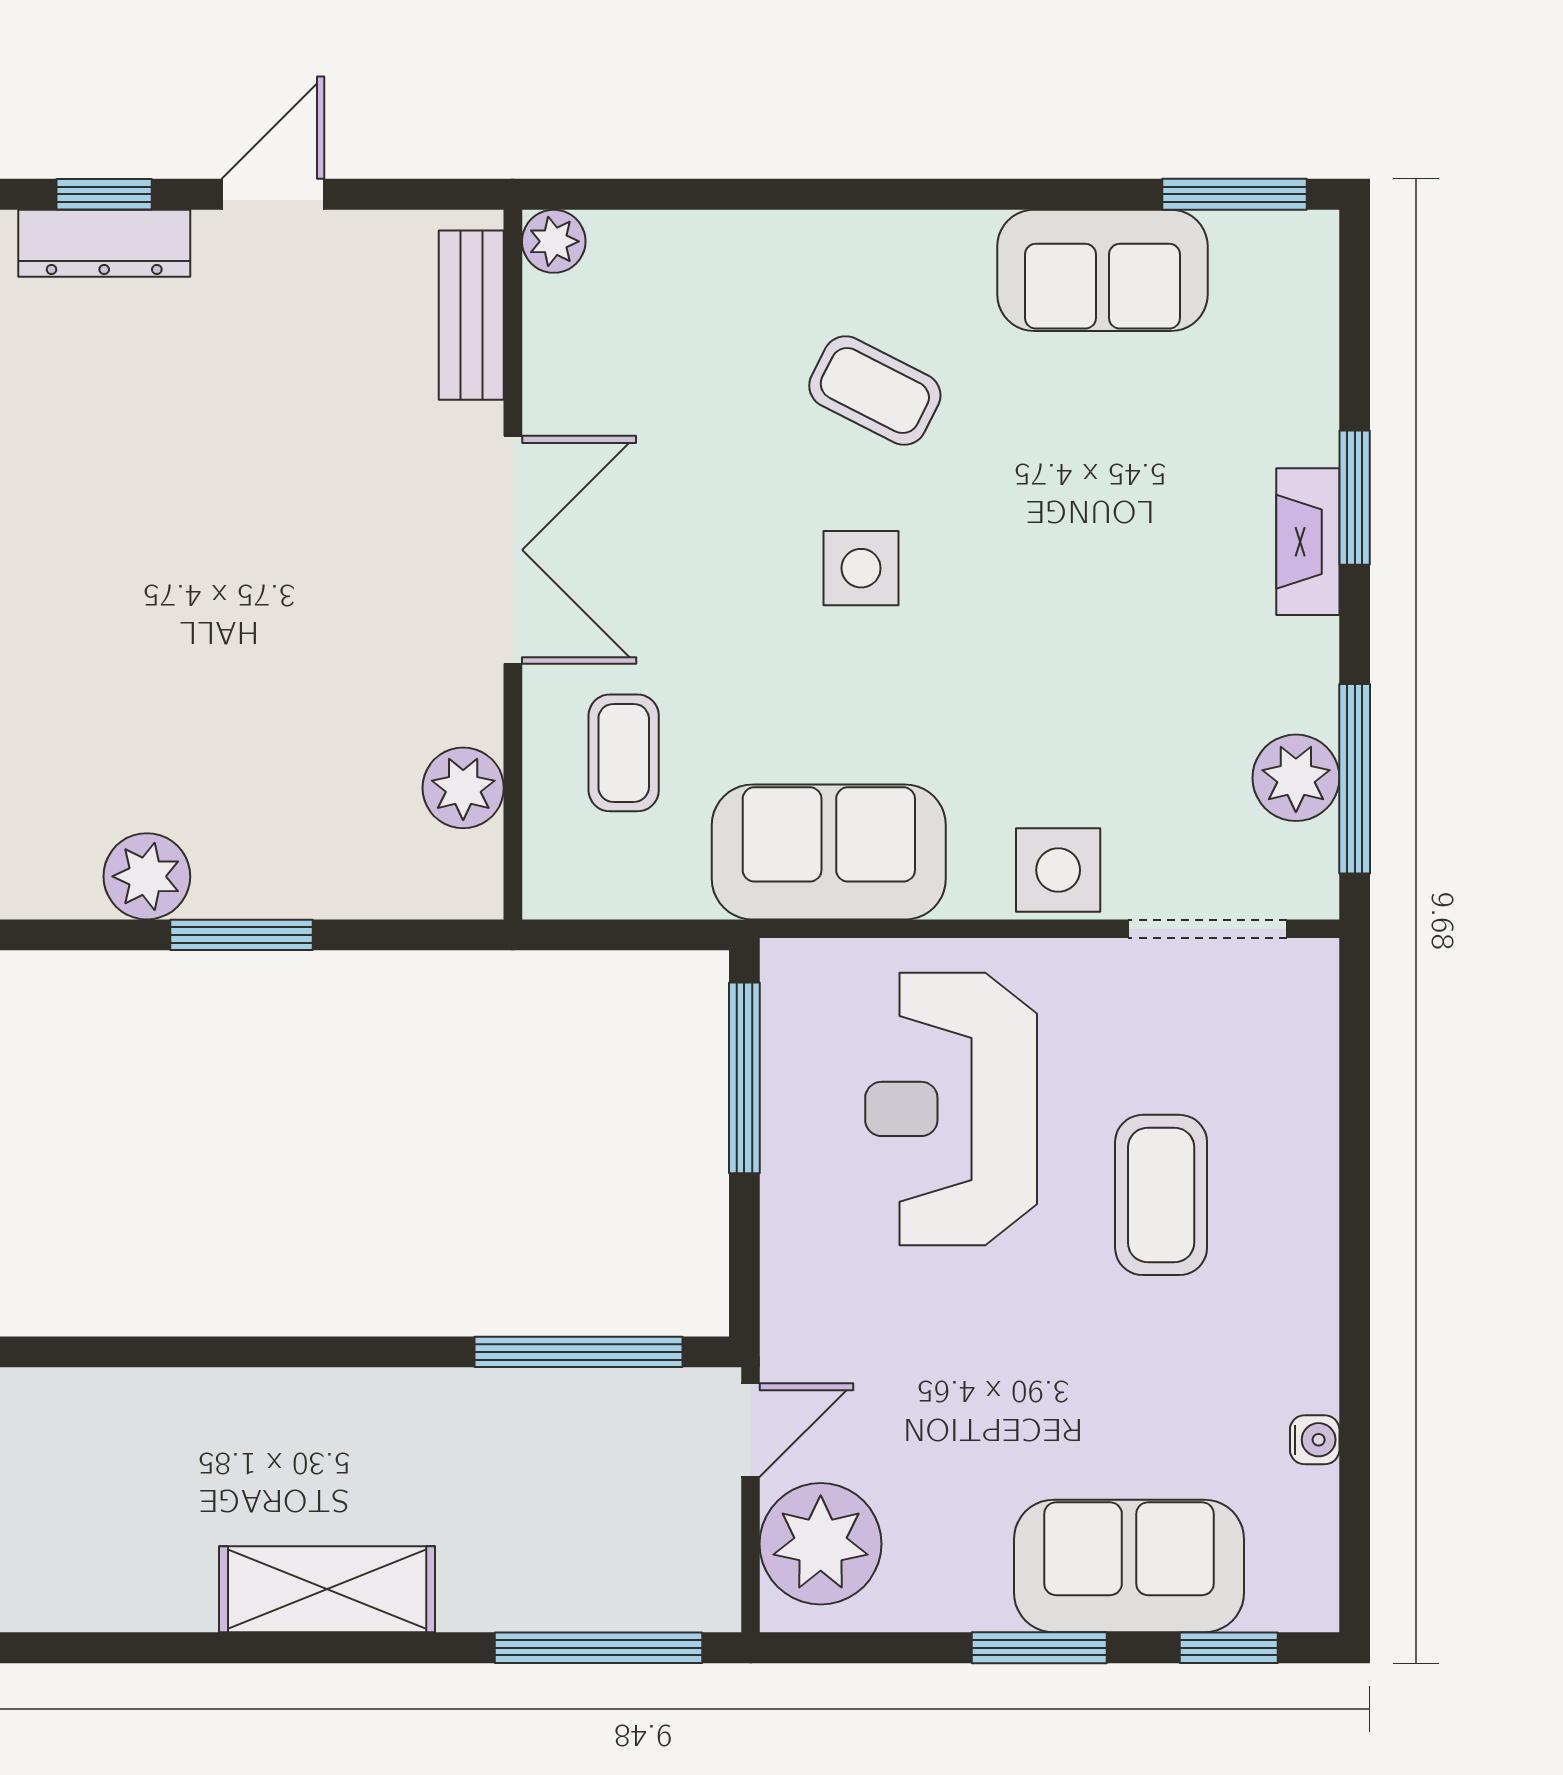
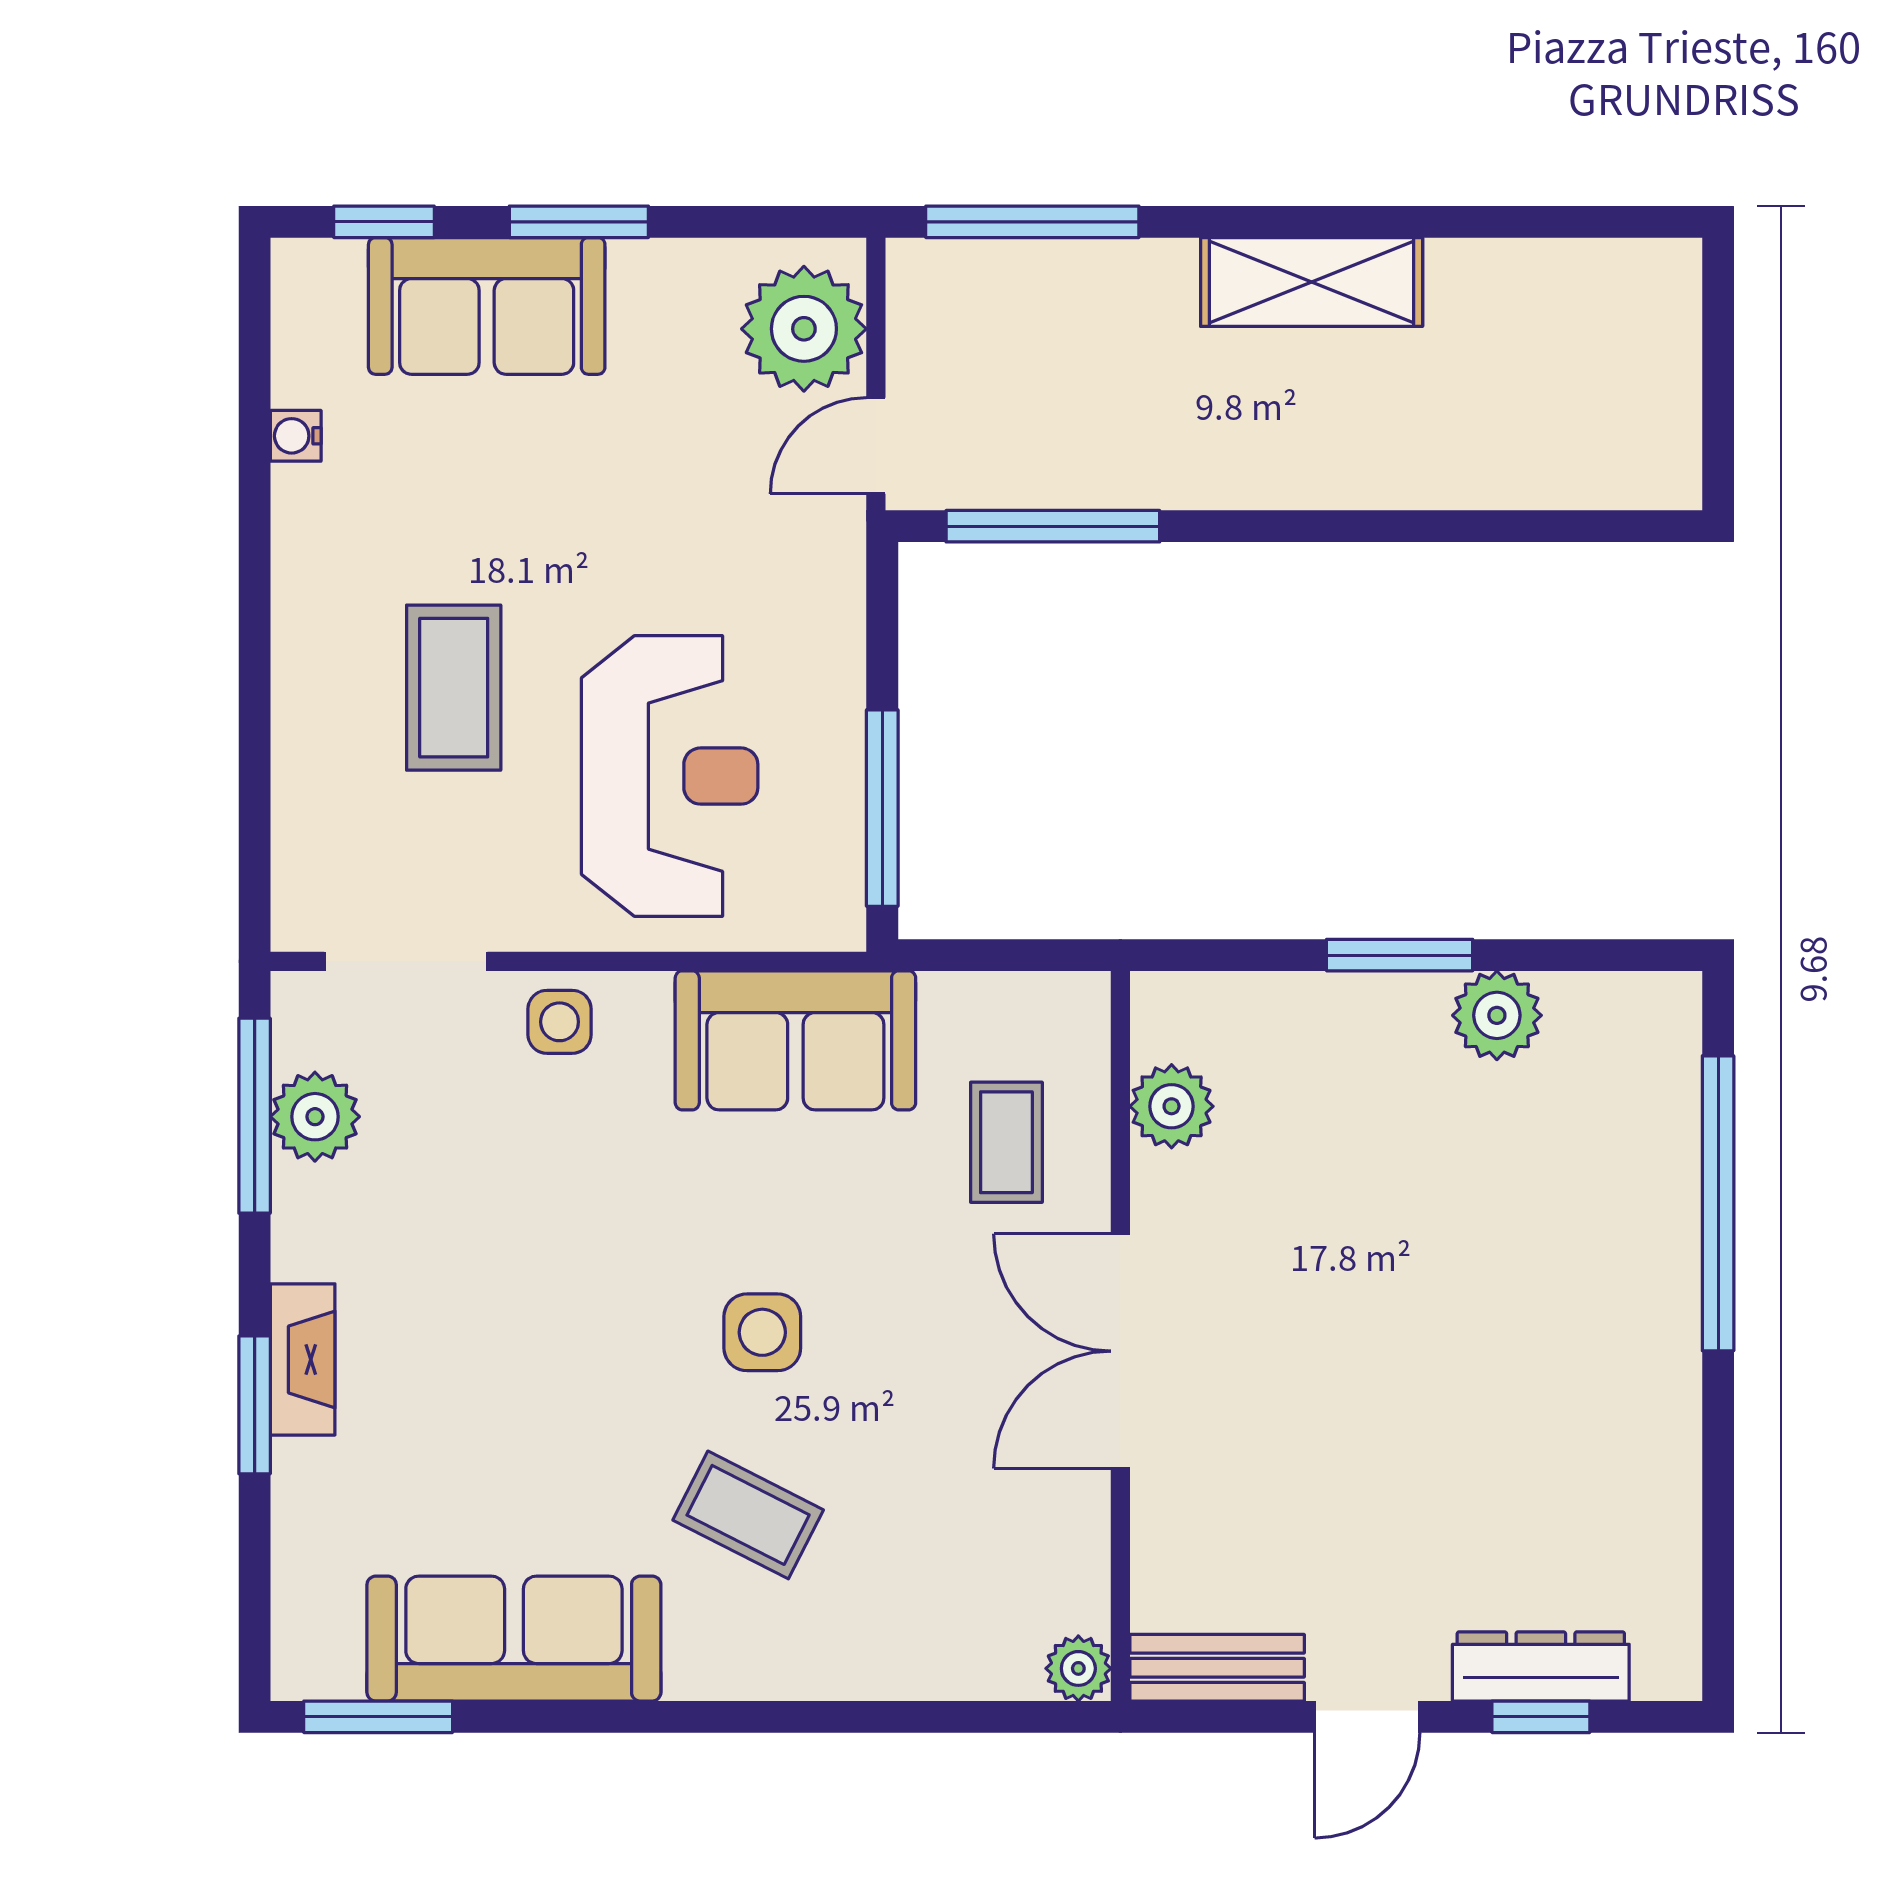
sofa: (1102, 270) -> (514, 1639), width x1.36
bench: (471, 315) -> (1217, 1668), moved, turned 90
side table: (1058, 870) -> (560, 1022), width x0.73, depth x0.73

